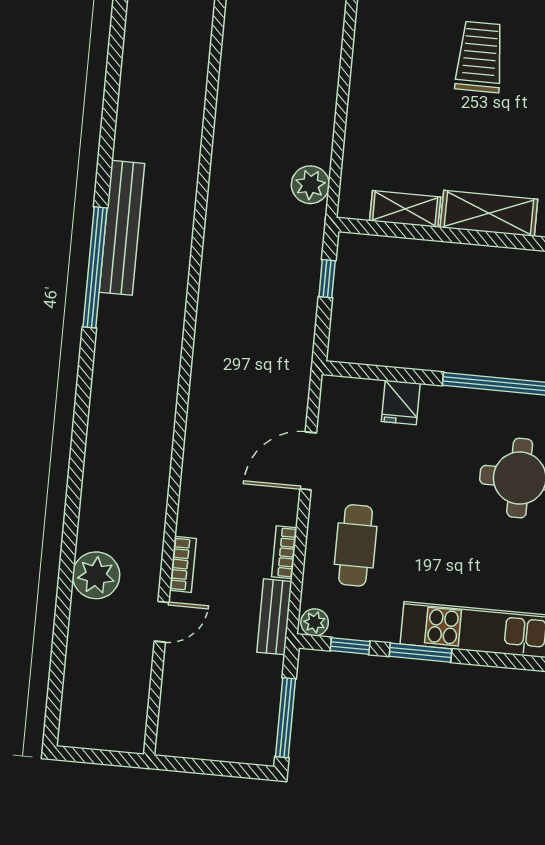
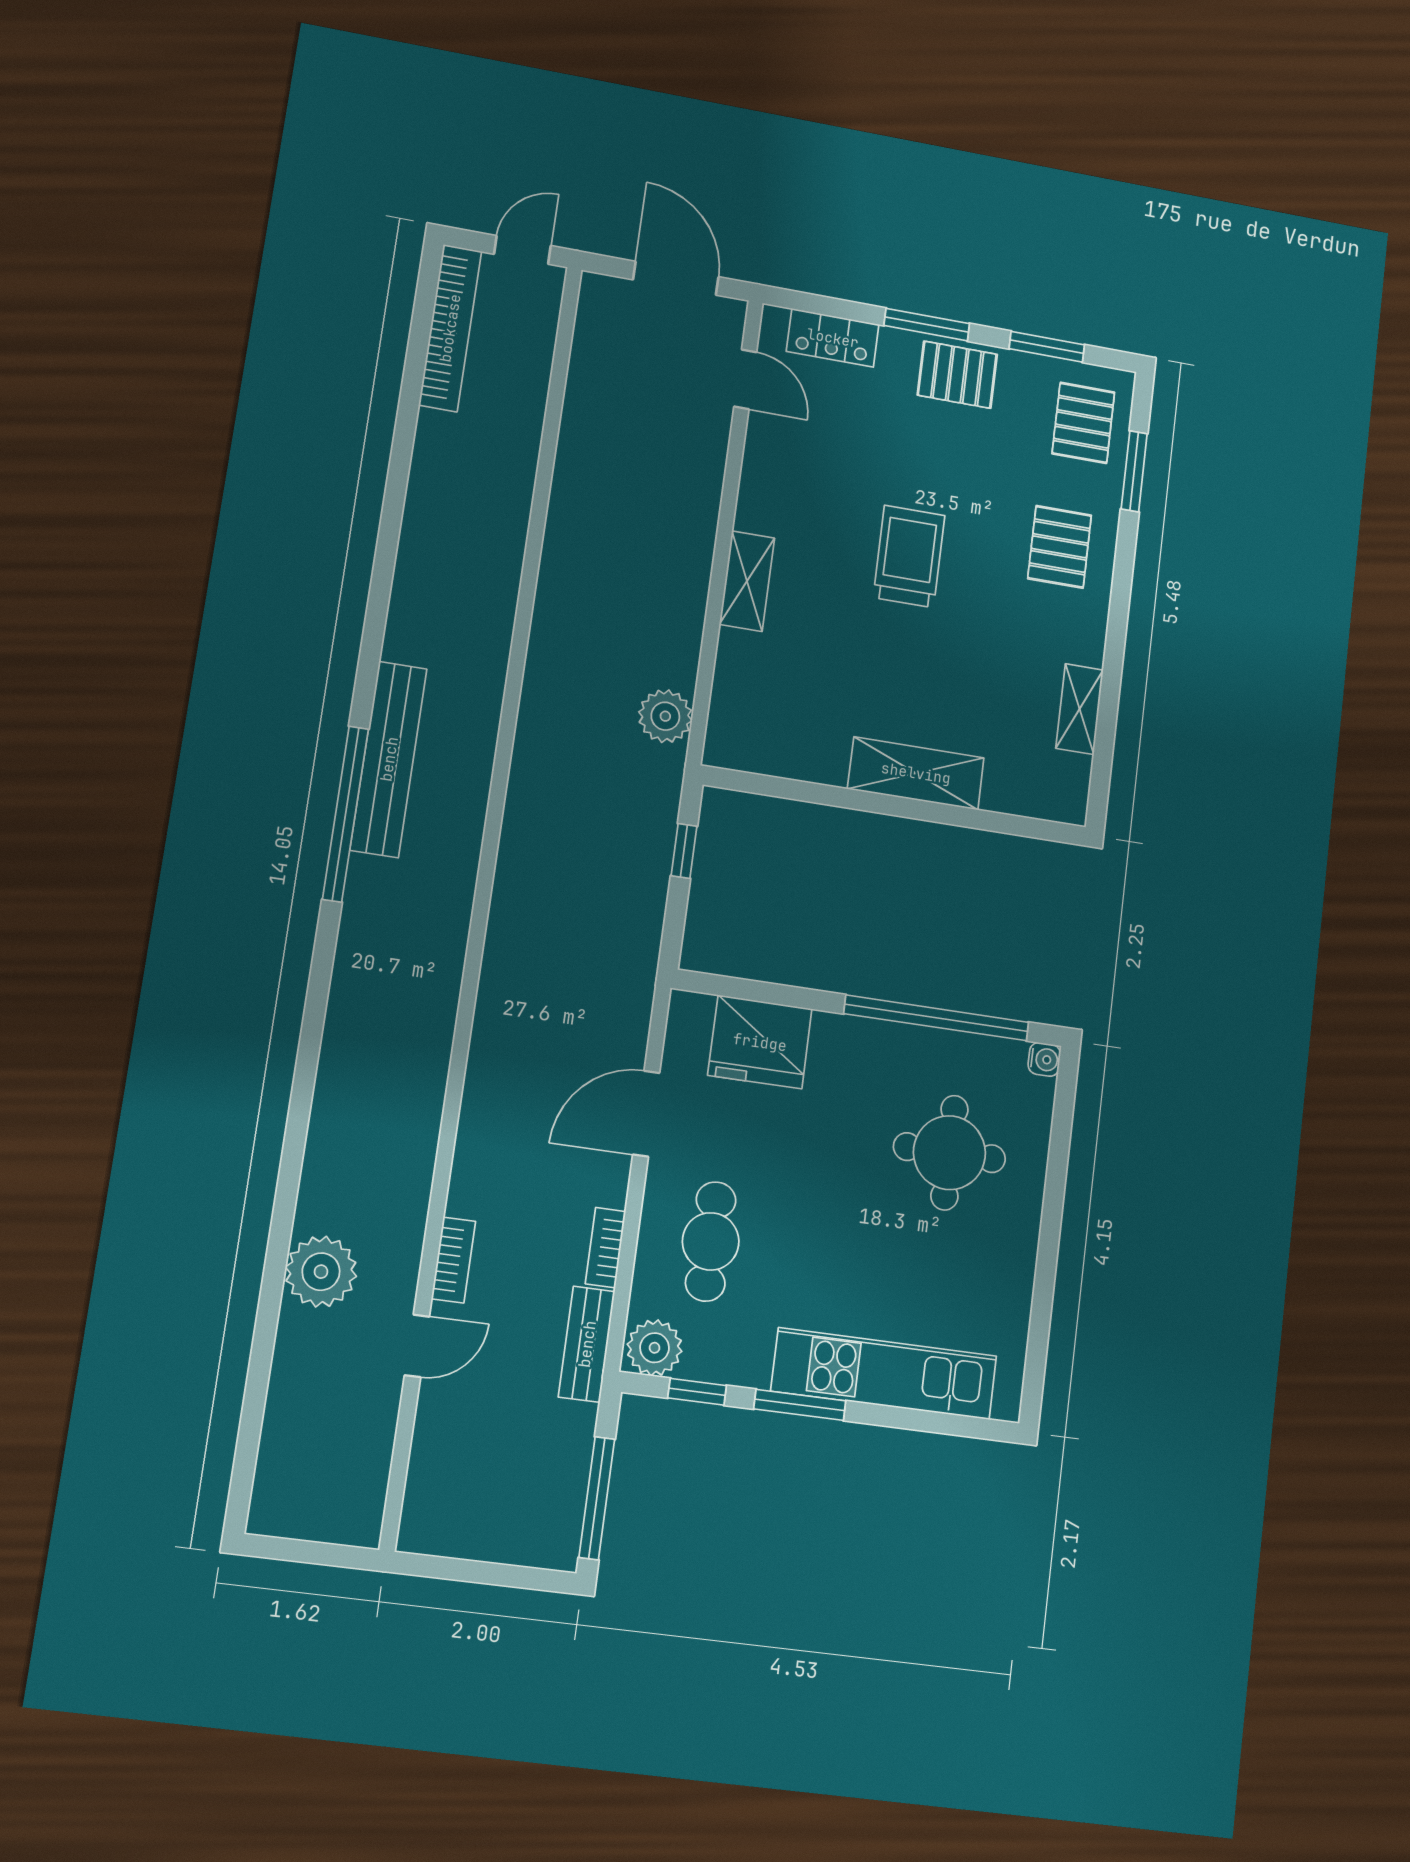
shelving: (405, 209) -> (747, 581), moved, turned 90
fridge: (401, 403) -> (760, 1042), width x1.88, depth x1.34
plant: (315, 622) -> (655, 1348), width x1.38, depth x1.38

